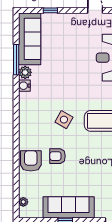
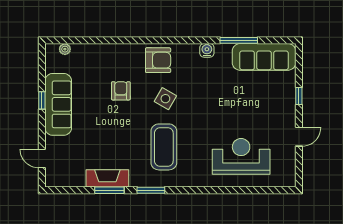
window: (50, 10) -> (299, 96), moved
plant: (25, 72) -> (223, 51), removed
armchair: (31, 161) -> (158, 60), moved

